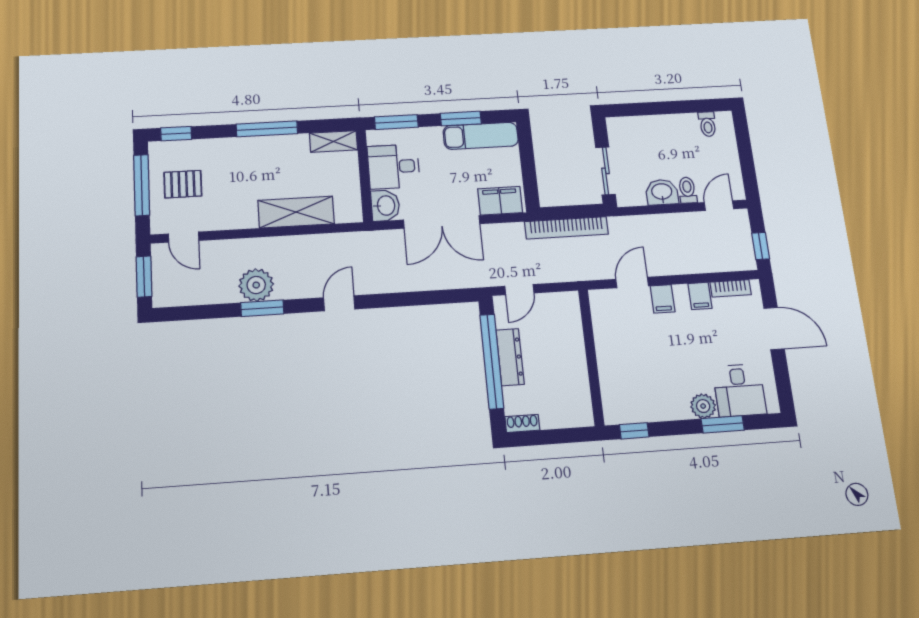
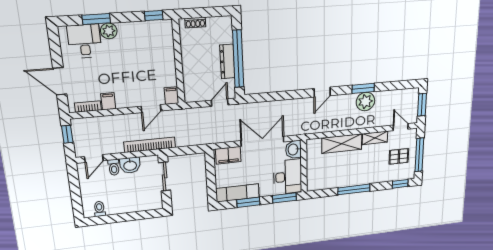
shelving: (333, 141) -> (375, 138), moved
desk: (393, 167) -> (288, 177), width x1.37
bookcase: (566, 228) -> (150, 145), moved
filing cabinet: (662, 299) -> (171, 96), moved
shoe rack: (522, 423) -> (195, 23), moved

